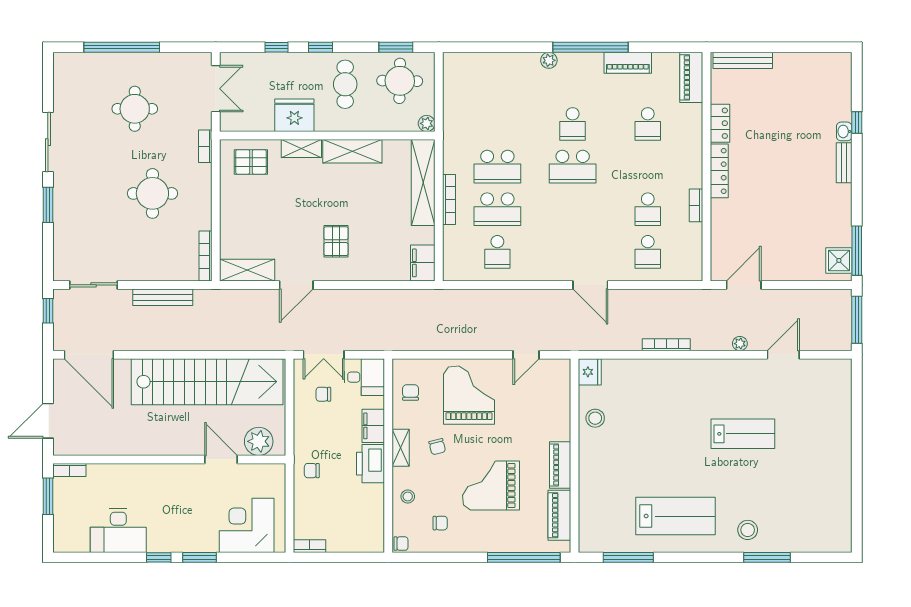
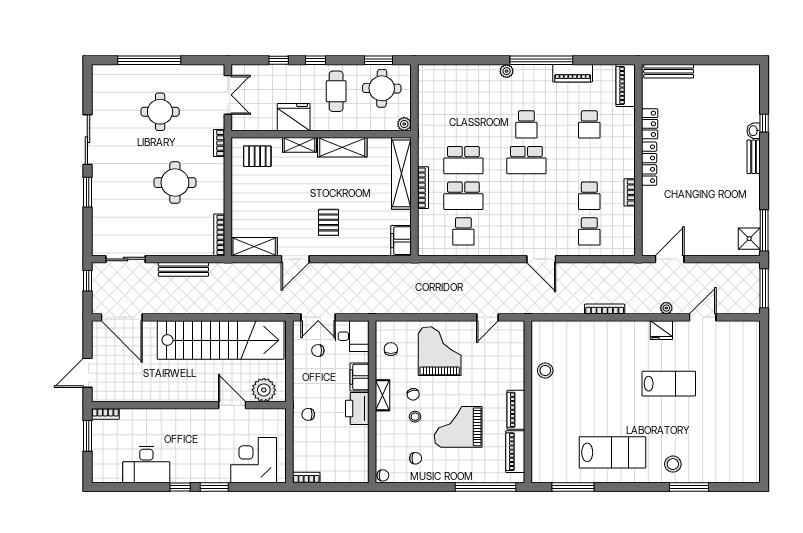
fridge: (590, 372) -> (661, 330), moved, turned 90
stool: (408, 496) -> (415, 417), moved

